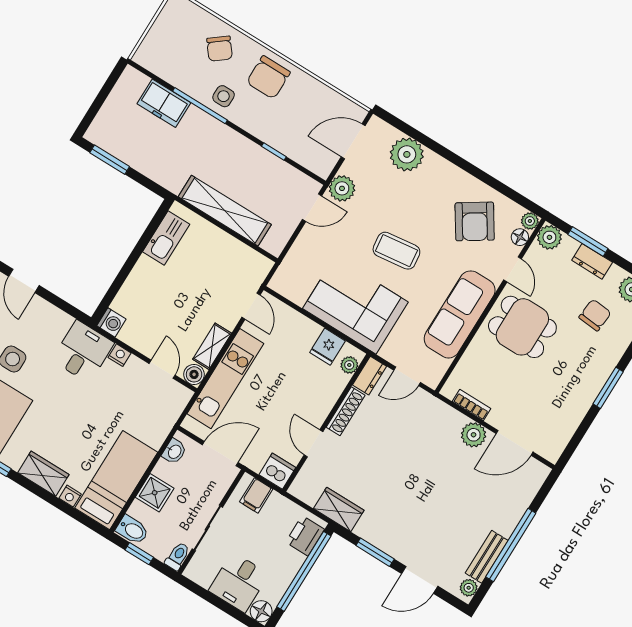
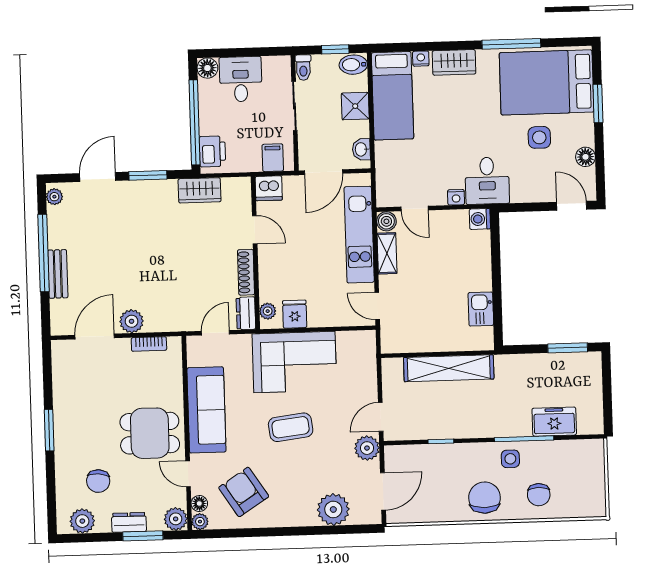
chair: (220, 49) -> (539, 495), turned -142
kitchen sink: (166, 238) -> (481, 309), width x0.73
bench: (487, 557) -> (58, 274), moved

